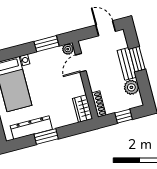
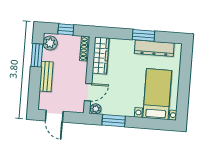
window: (137, 59) -> (37, 55), moved
plant: (131, 87) -> (50, 43), moved
wardrobe: (83, 109) -> (101, 56), width x1.50

